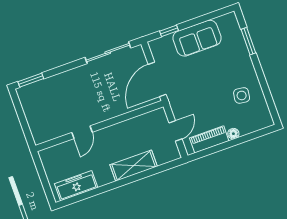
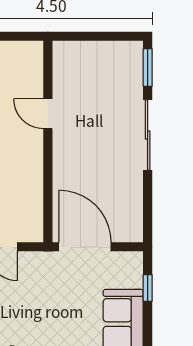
sliding door: (108, 53) -> (148, 135), moved

